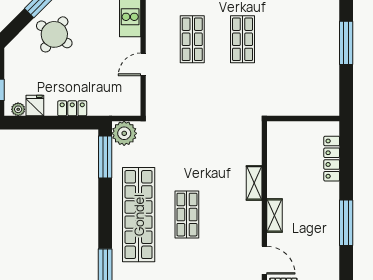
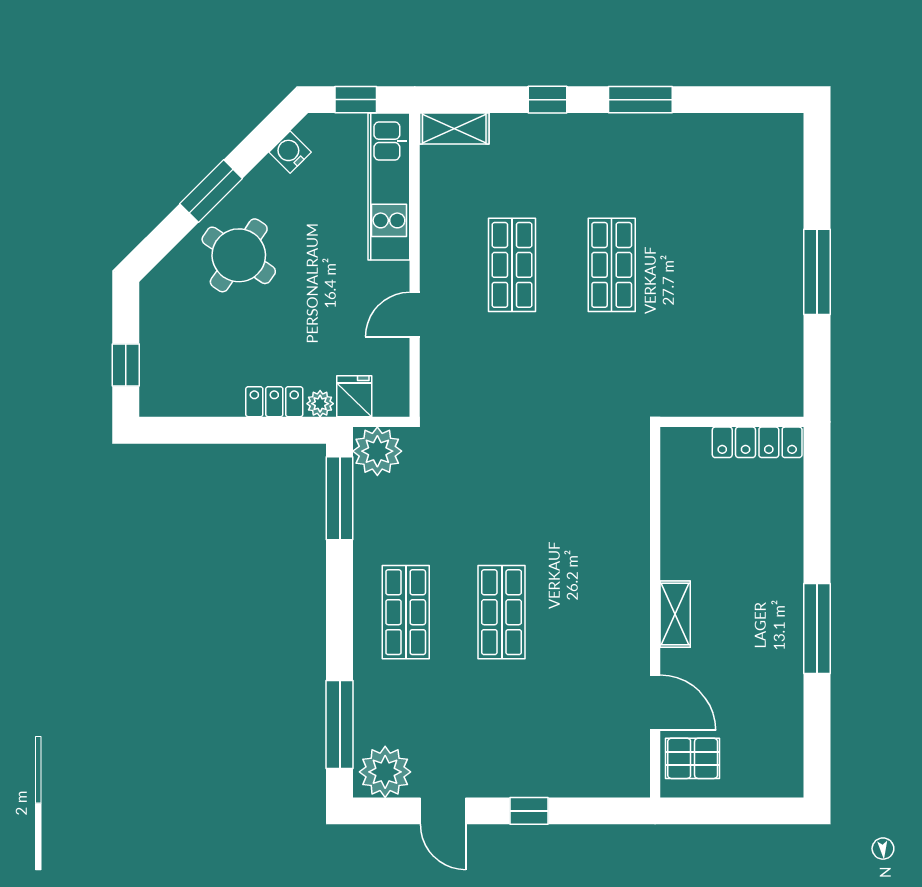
fridge: (35, 106) -> (354, 396), moved
plant: (18, 109) -> (320, 404), moved
locker: (332, 159) -> (757, 442), moved, turned -90
shelving: (254, 183) -> (635, 550), removed
shop shelf: (139, 215) -> (406, 612), width x0.50, depth x0.74

